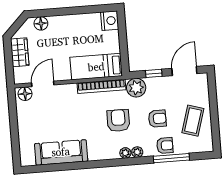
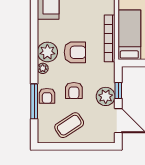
plant: (136, 88) -> (106, 96), moved
coffee table: (193, 121) -> (69, 125), turned -50
plant: (125, 153) -> (47, 52), width x1.88, depth x1.88

